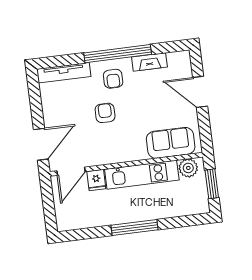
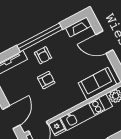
fireplace: (149, 62) -> (79, 27), moved
armchair: (105, 113) -> (46, 80), turned 90

